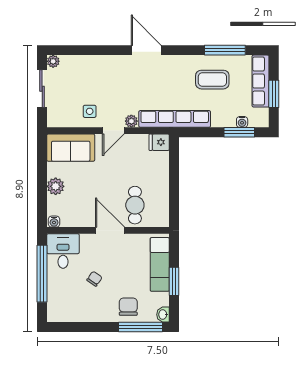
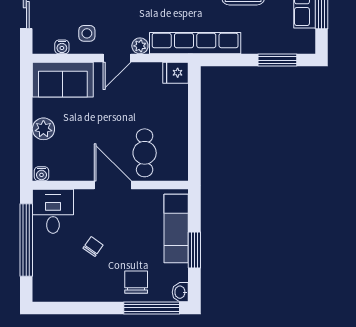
water cooler: (242, 122) -> (62, 47), moved

